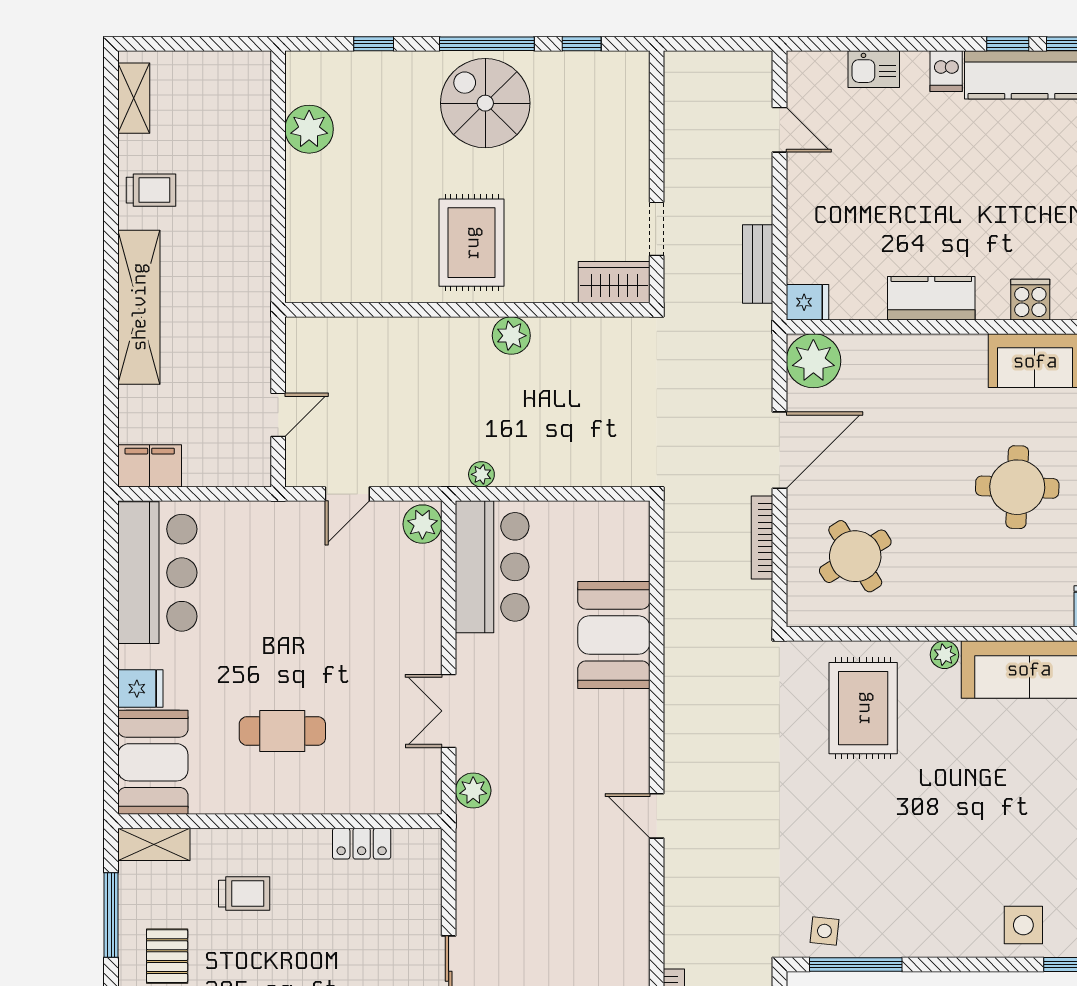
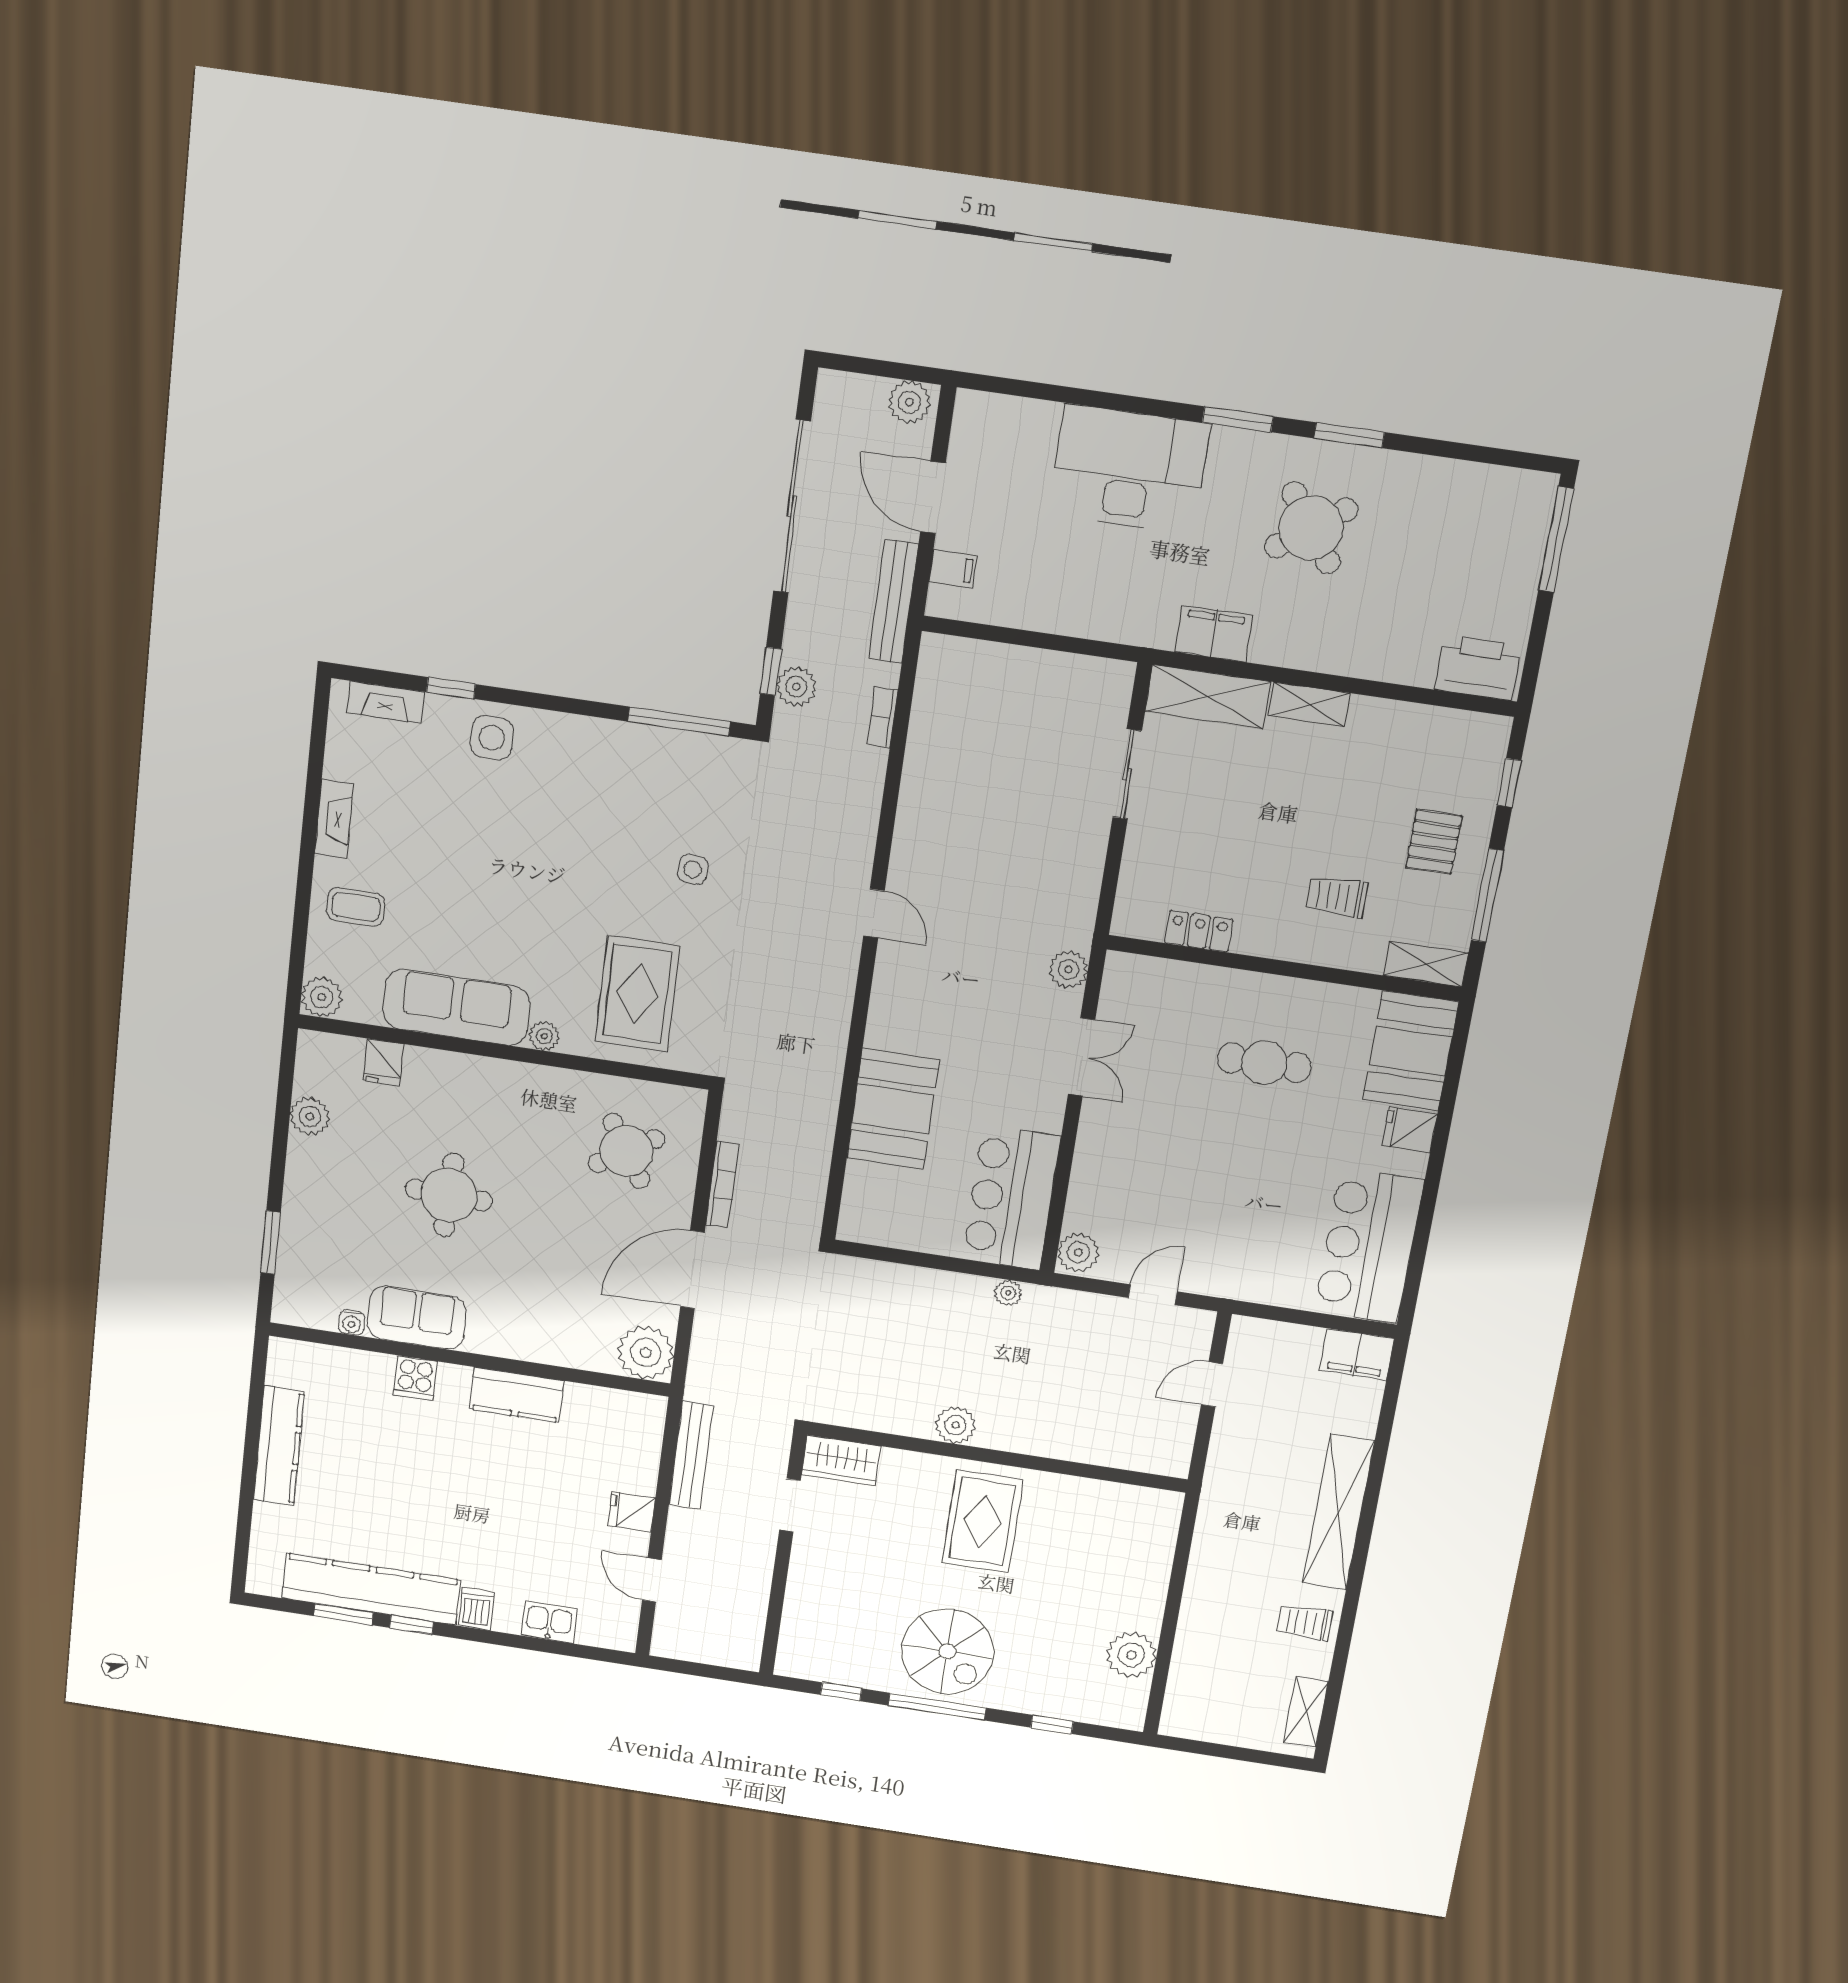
bench: (758, 264) -> (691, 1455), width x1.36
fridge: (807, 302) -> (632, 1512), moved
side table: (824, 931) -> (693, 869), moved

